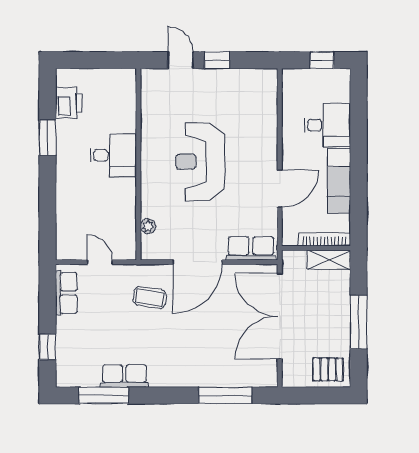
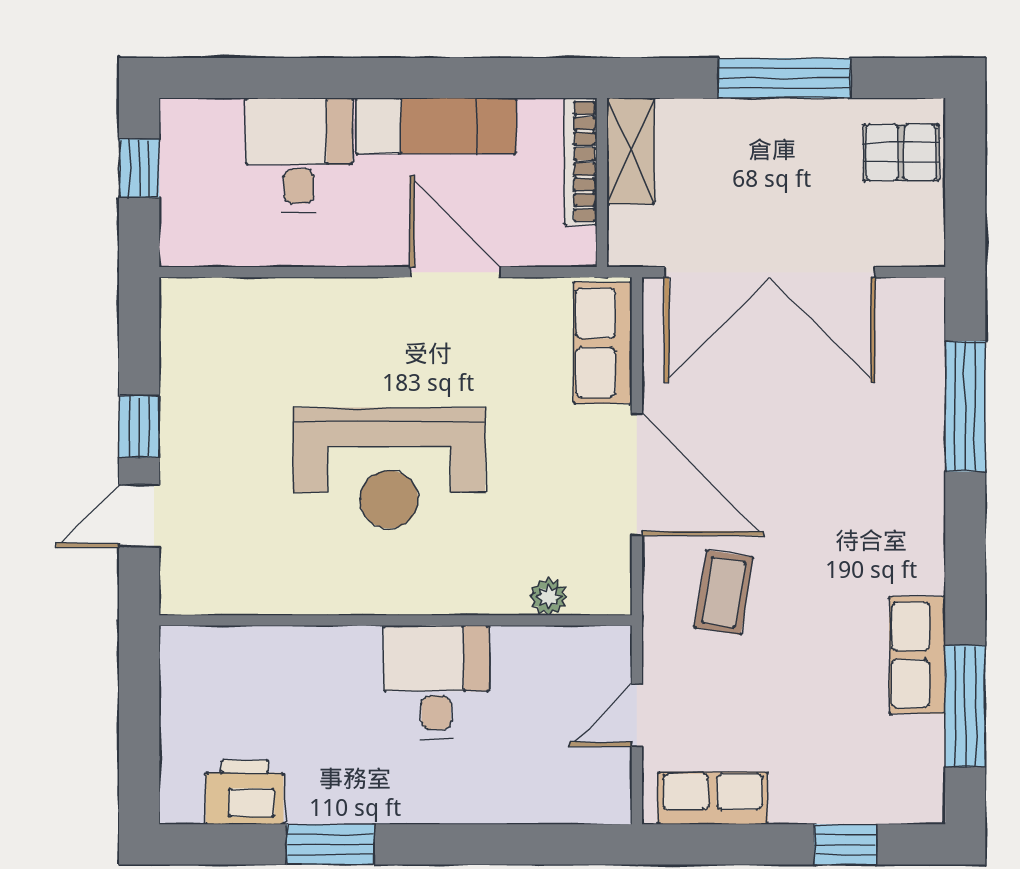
desk: (113, 155) -> (436, 682), moved
pallet: (328, 369) -> (901, 153), turned 90

